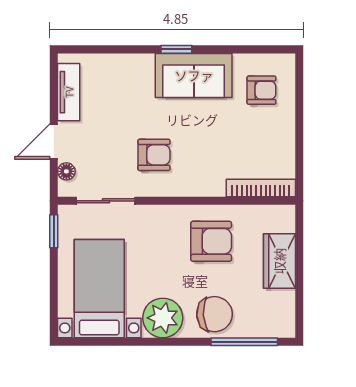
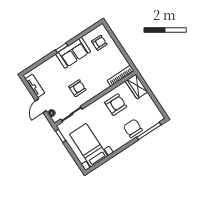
wardrobe: (279, 261) -> (137, 86), moved
chair: (215, 314) -> (133, 128), turned -87
plant: (163, 318) -> (116, 141), removed

